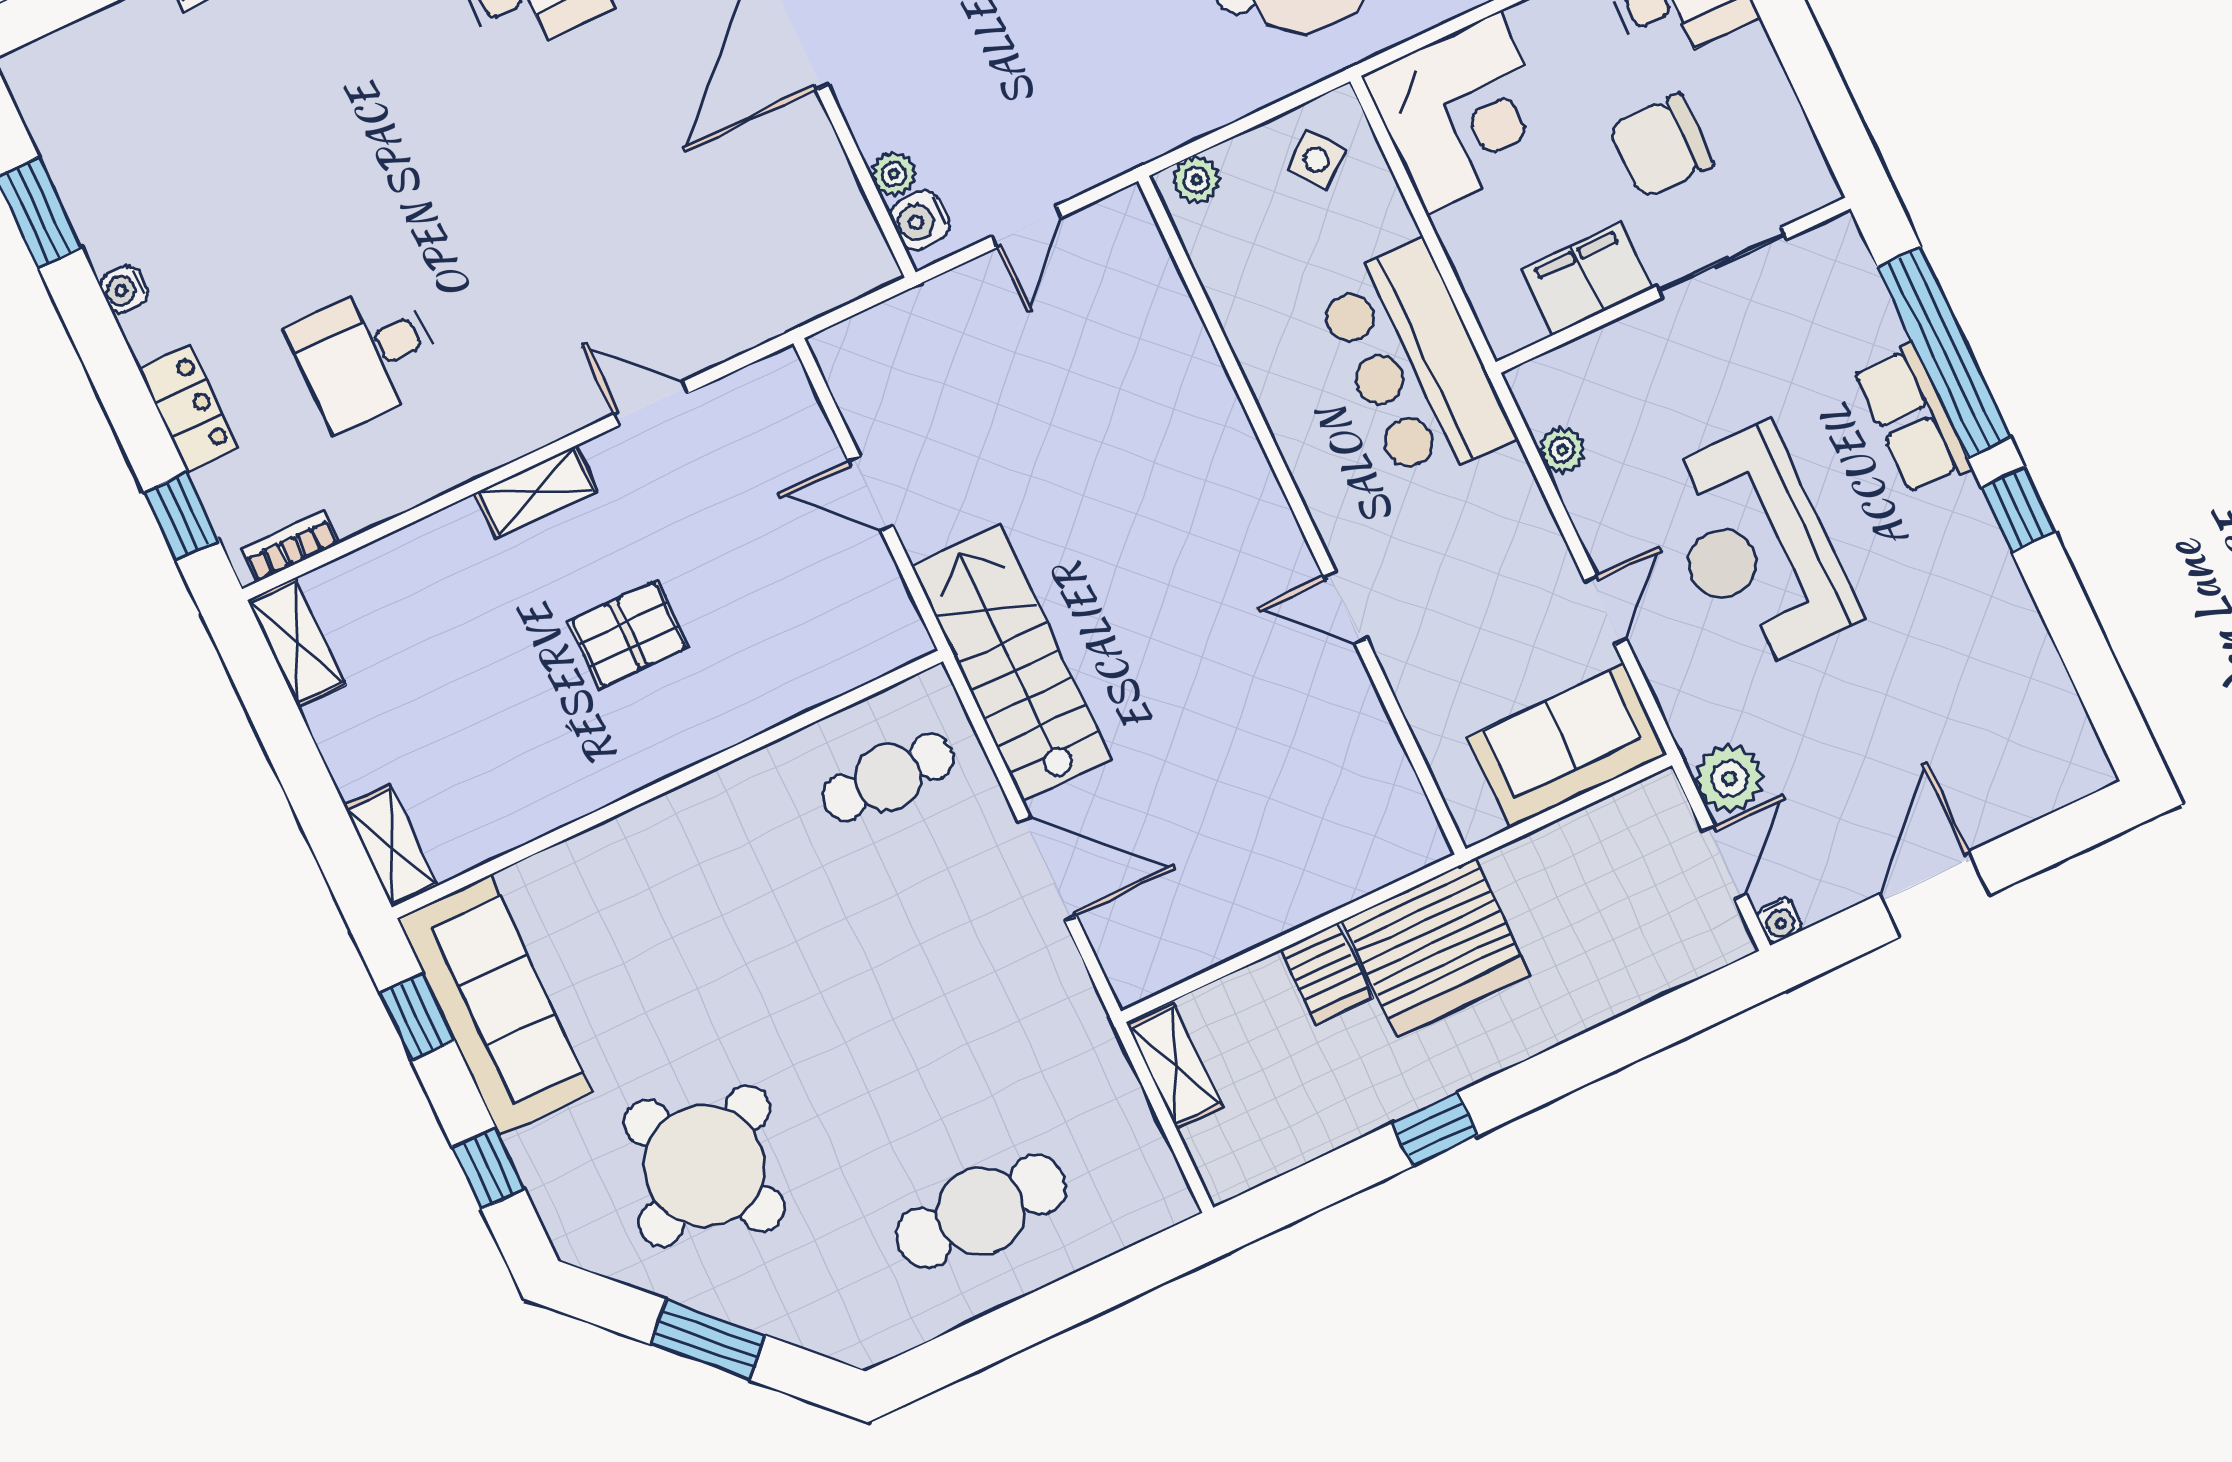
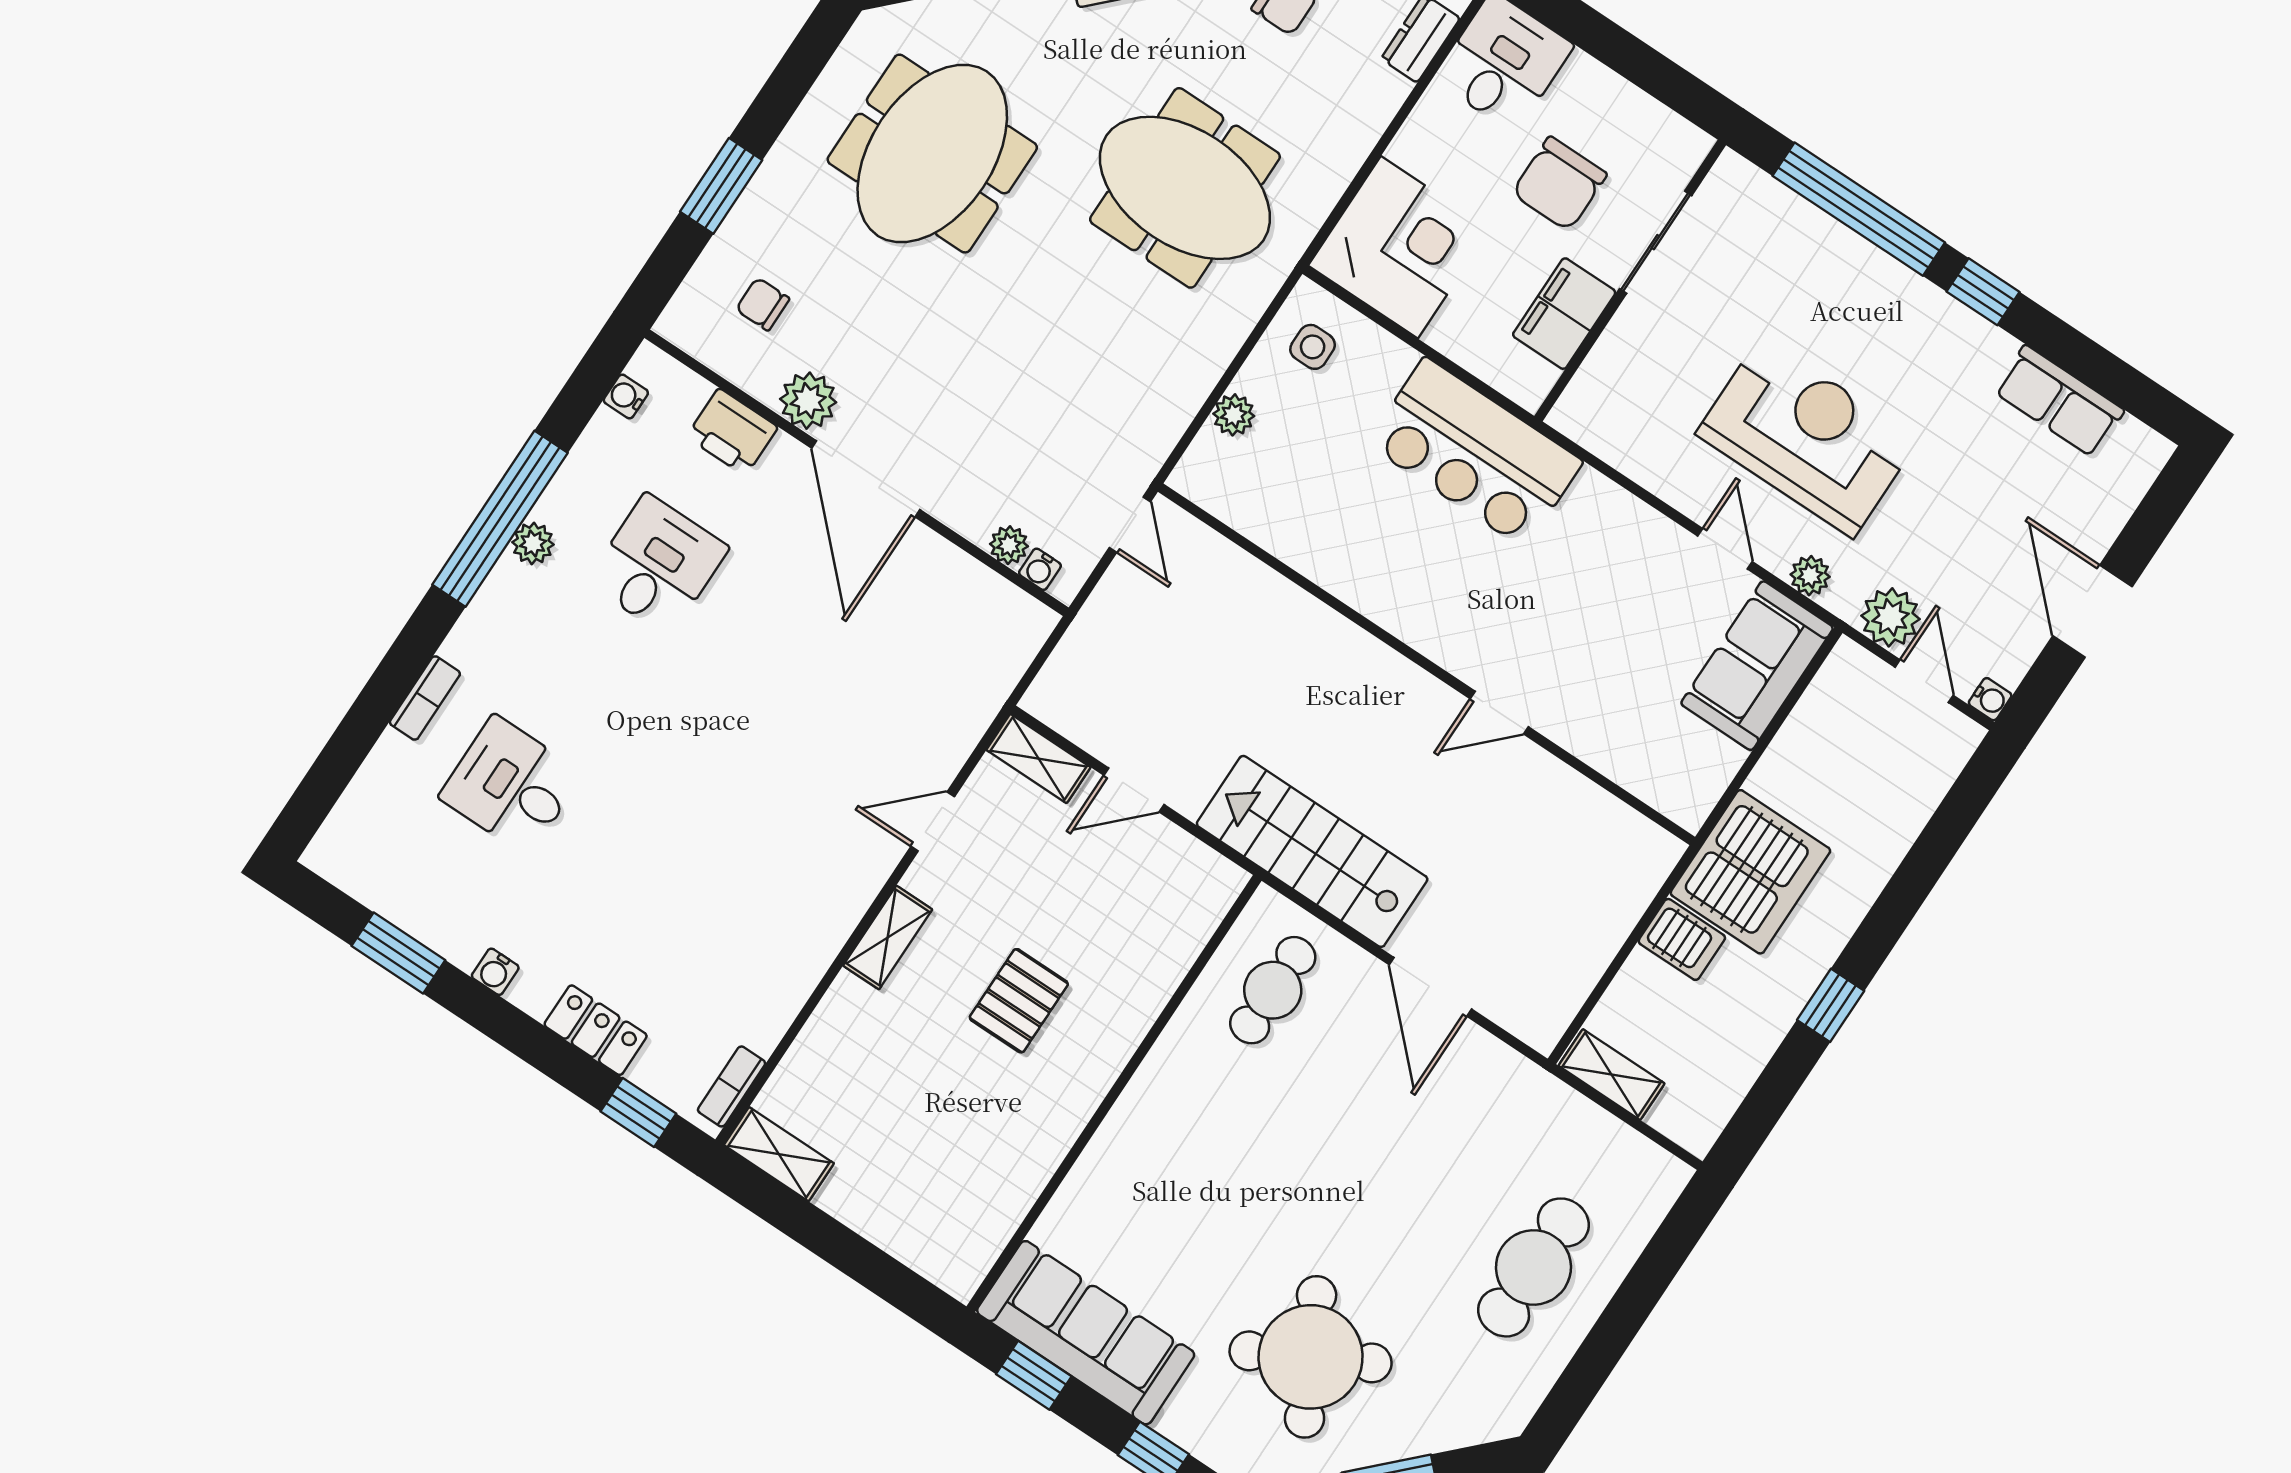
side table: (1316, 160) -> (1313, 347), turned 37
water cooler: (920, 220) -> (1040, 569), width x0.72, depth x0.72
desk: (366, 355) -> (511, 785), moved, turned 90
row of seats: (1912, 419) -> (2059, 401), moved
plant: (1562, 450) -> (1810, 576), moved
wall: (1302, 515) -> (1426, 664), moved
reception desk: (1755, 548) -> (1807, 437), turned 180
door: (1345, 607) -> (1499, 713), moved
shelving: (391, 846) -> (1038, 759), moved
door: (1047, 869) -> (1430, 987), swing flipped

